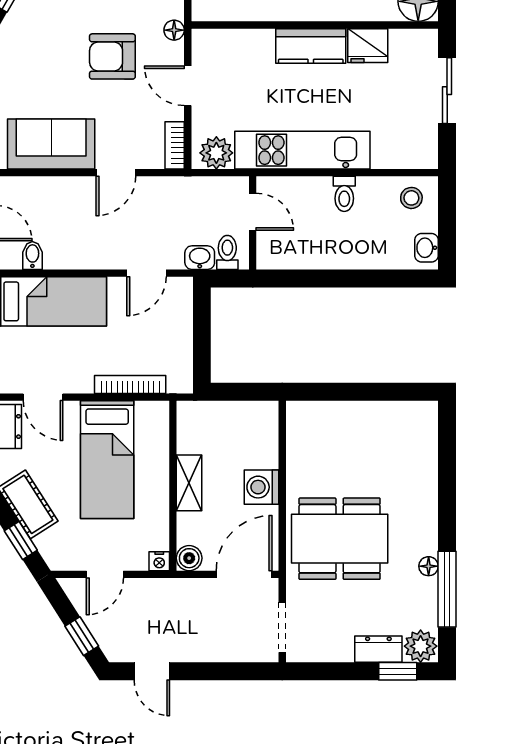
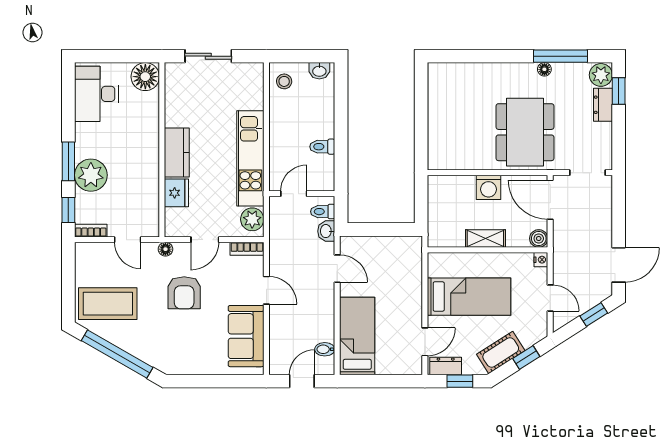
fridge: (368, 46) -> (176, 193), moved
toilet: (344, 194) -> (322, 147), moved, turned 180
bookcase: (130, 385) -> (416, 280), removed
door: (152, 671) -> (619, 265), width x1.38

